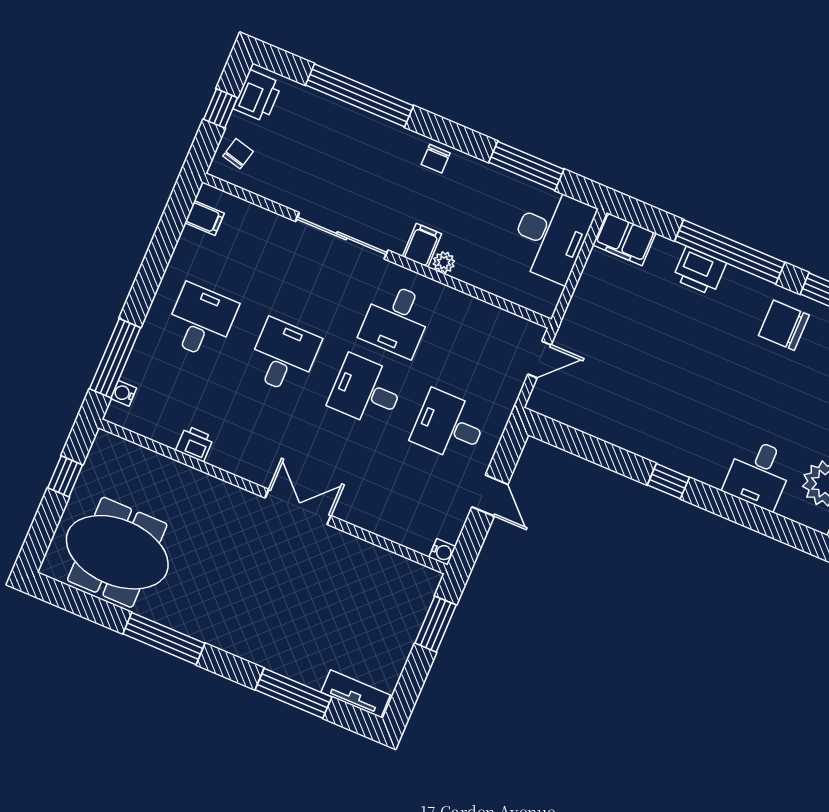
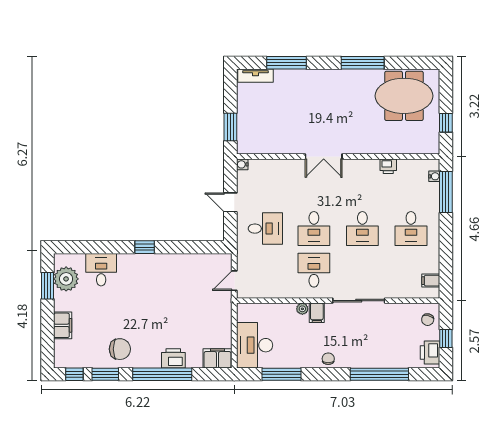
desk: (366, 391) -> (314, 229), turned 90

